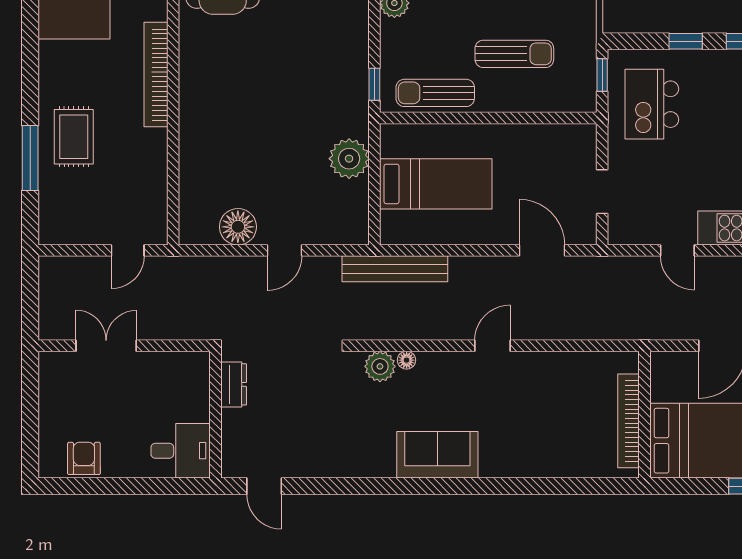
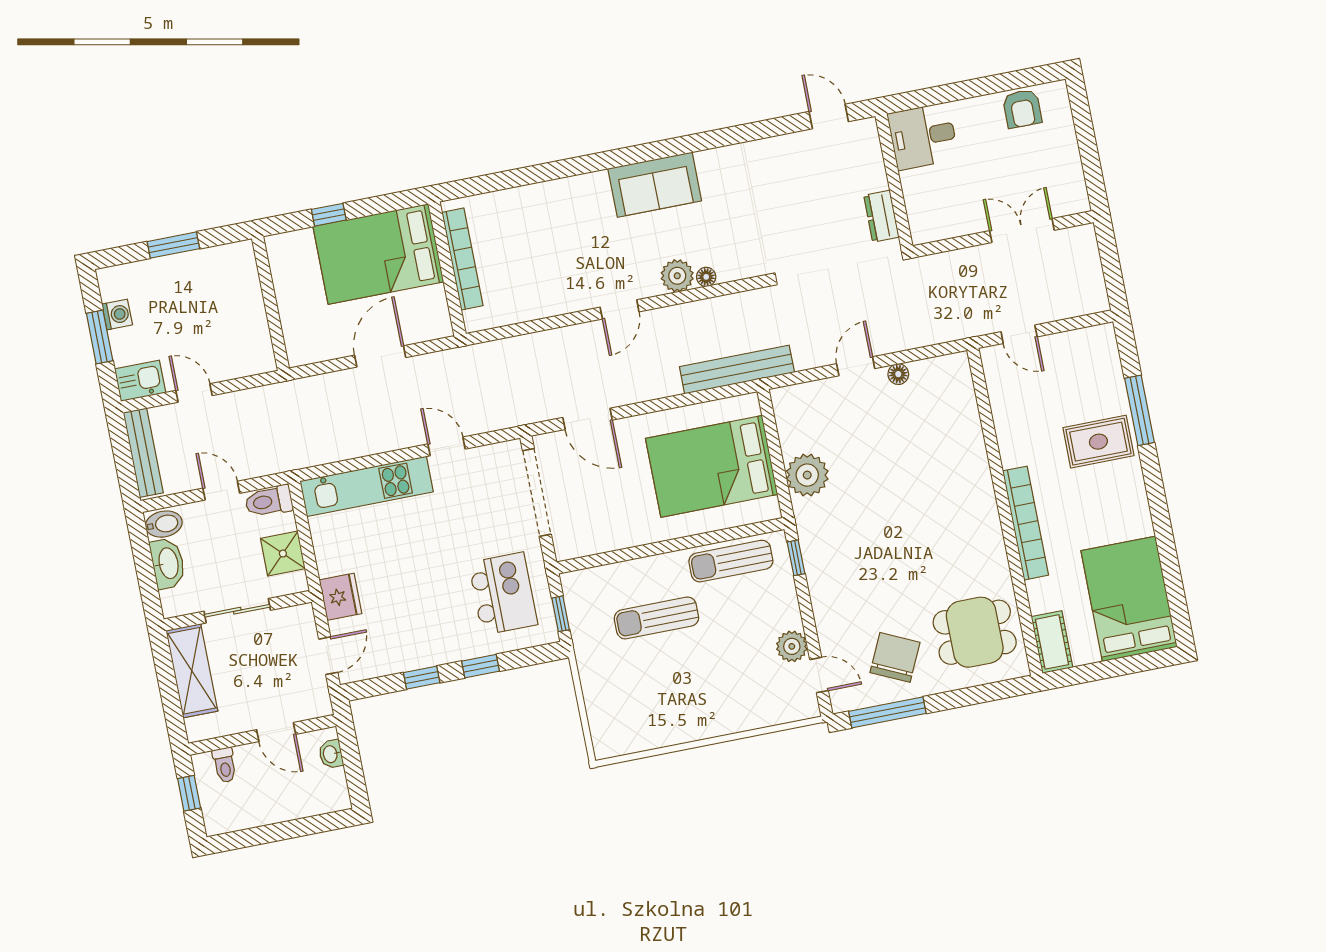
sun lounger: (435, 93) -> (731, 561), turned 180
rug: (74, 137) -> (1098, 442), turned 90
bed: (436, 184) -> (712, 466), width x1.50
doorway: (602, 192) -> (537, 492), width x1.88
floor lamp: (238, 227) -> (898, 374), width x0.53, depth x0.53
door: (128, 250) -> (1019, 334), swing flipped
double door: (106, 346) -> (1022, 230), swing flipped
plant: (380, 366) -> (677, 276), moved

